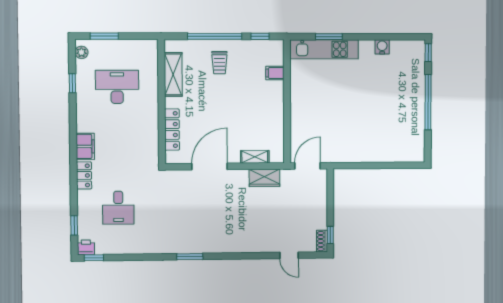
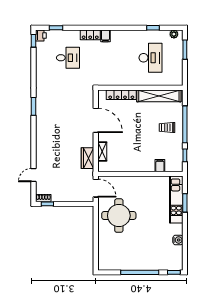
shelving: (173, 74) -> (159, 96), width x1.47
round table: (347, 132) -> (119, 216), added
filing cabinet: (85, 146) -> (105, 36), width x0.50
desk: (118, 208) -> (68, 58), turned 180

